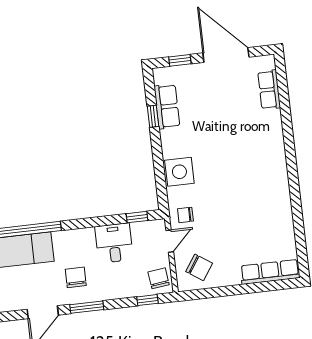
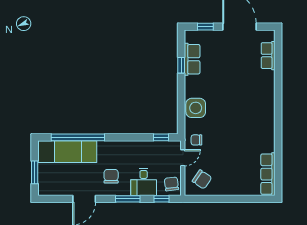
desk: (114, 243) -> (144, 182), moved, turned 180
row of seats: (270, 272) -> (268, 174), moved, turned -90
window: (87, 307) -> (128, 199), moved

